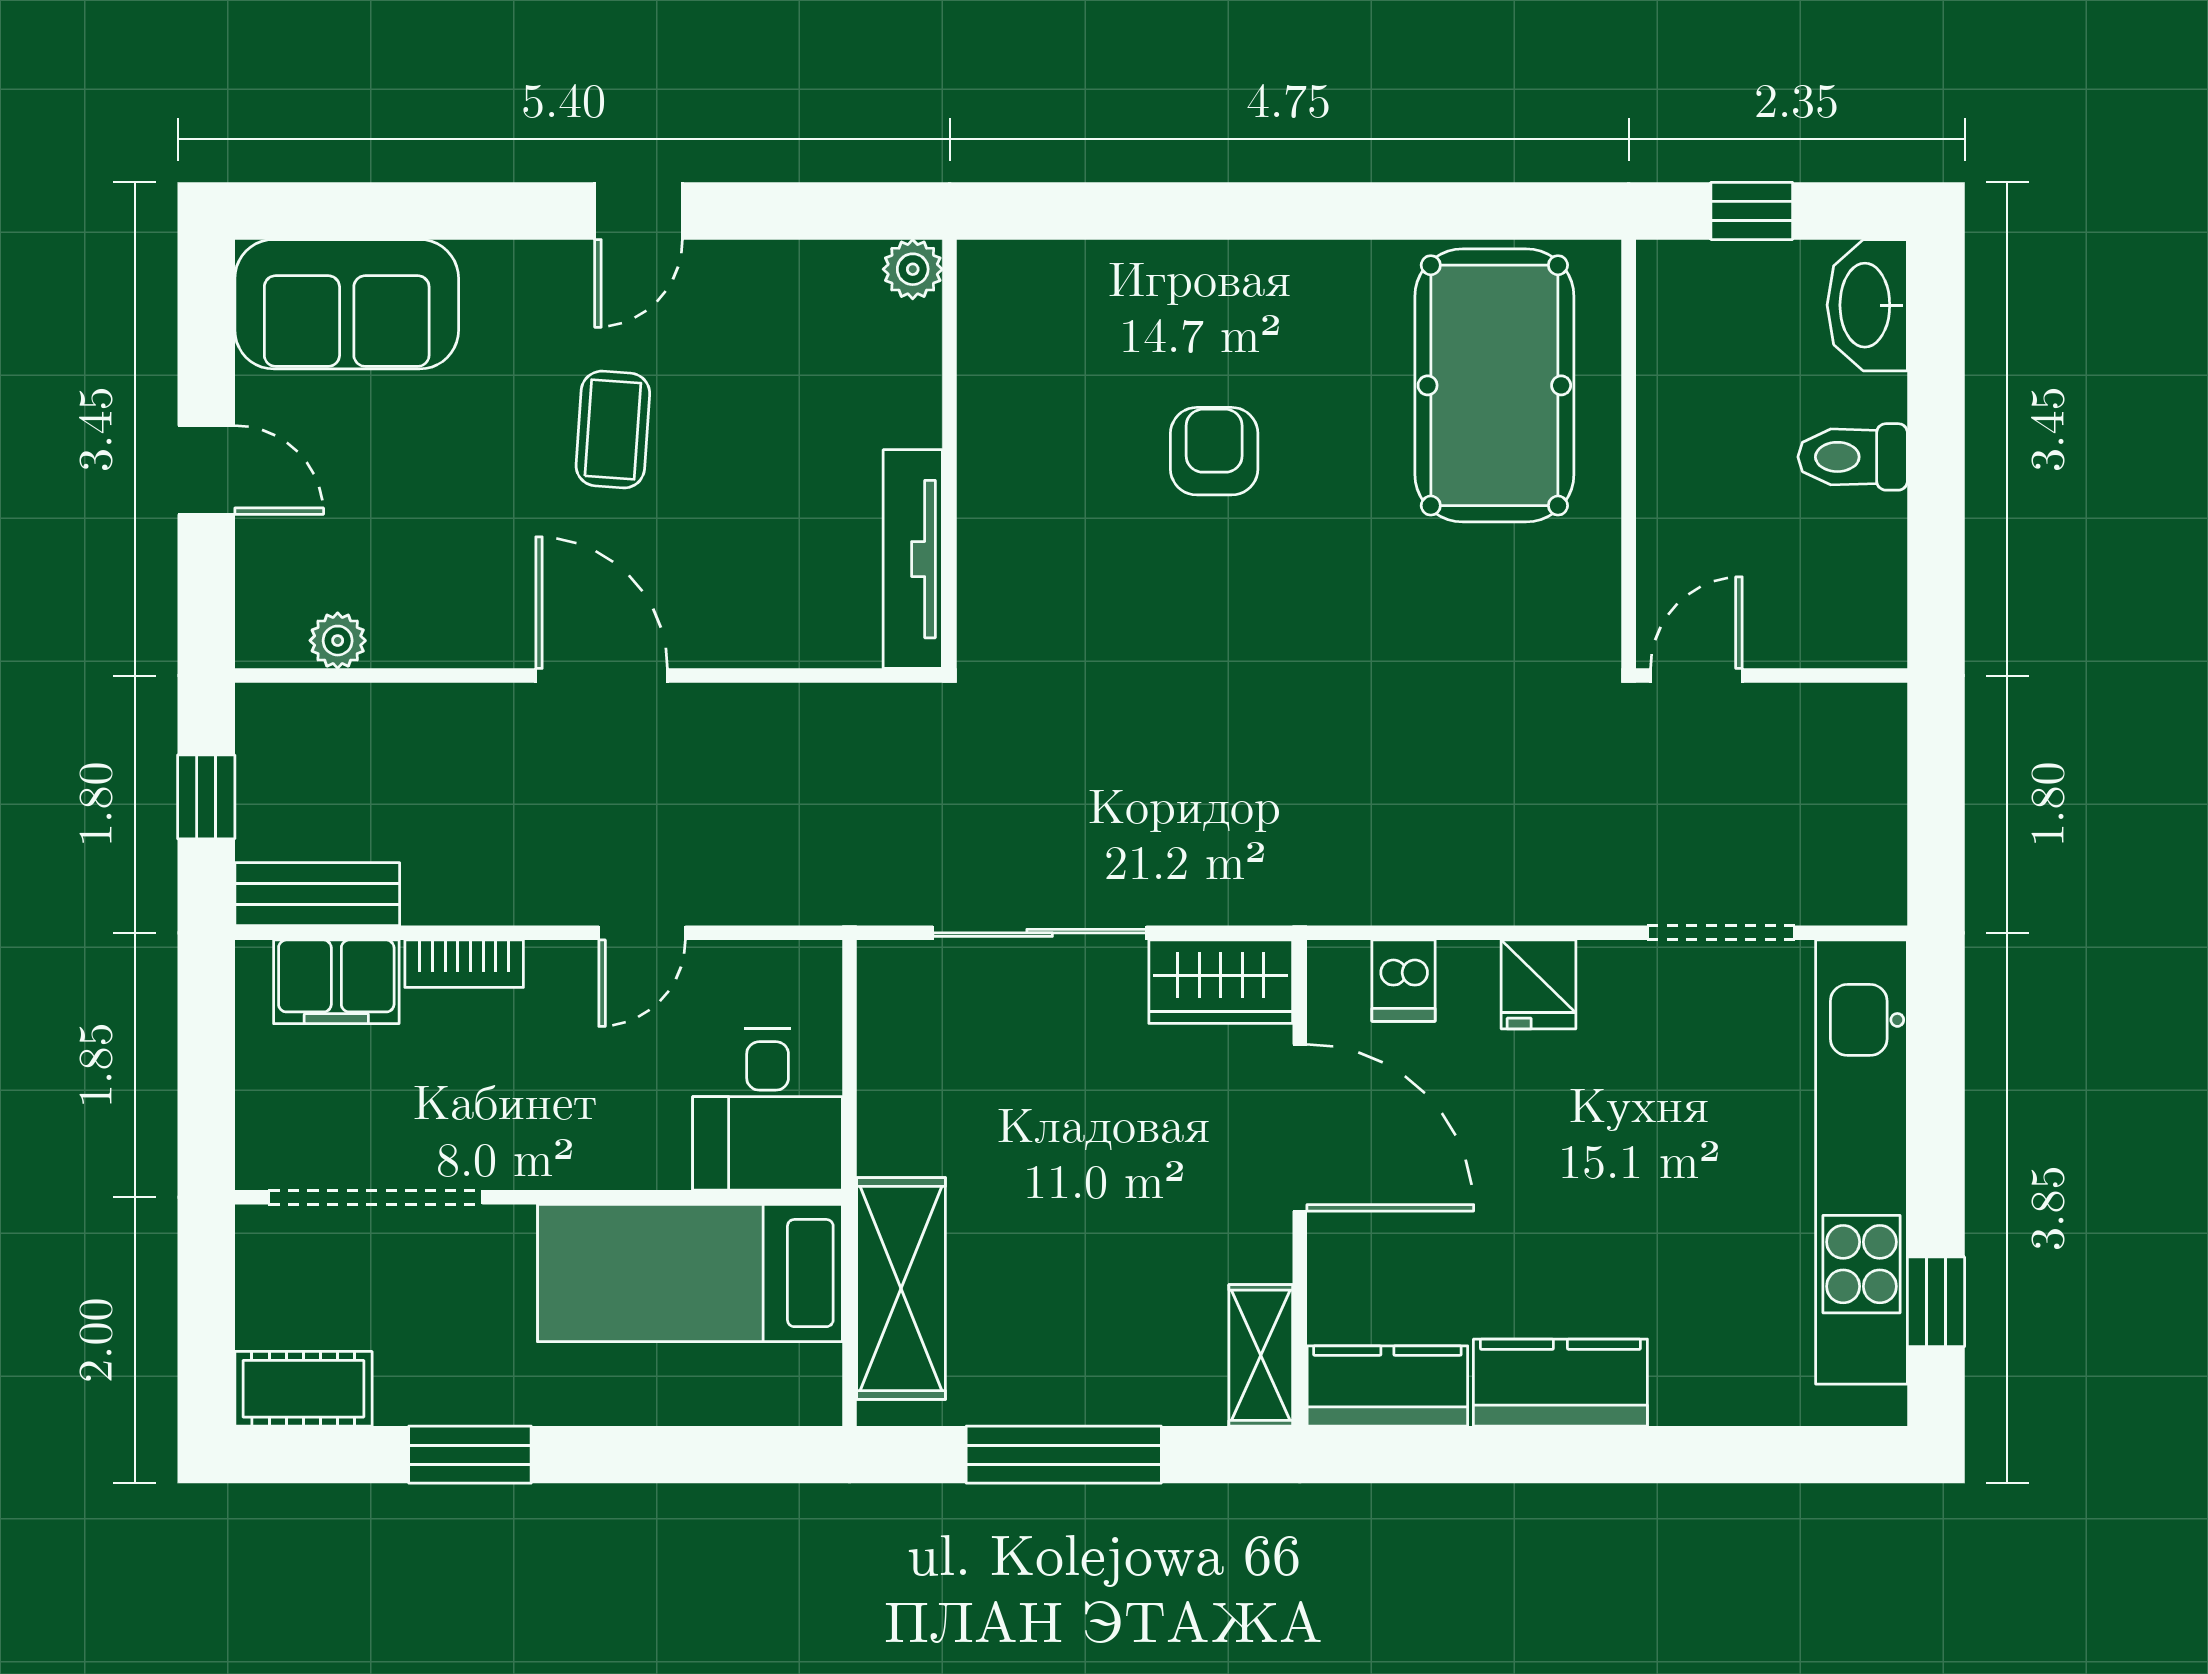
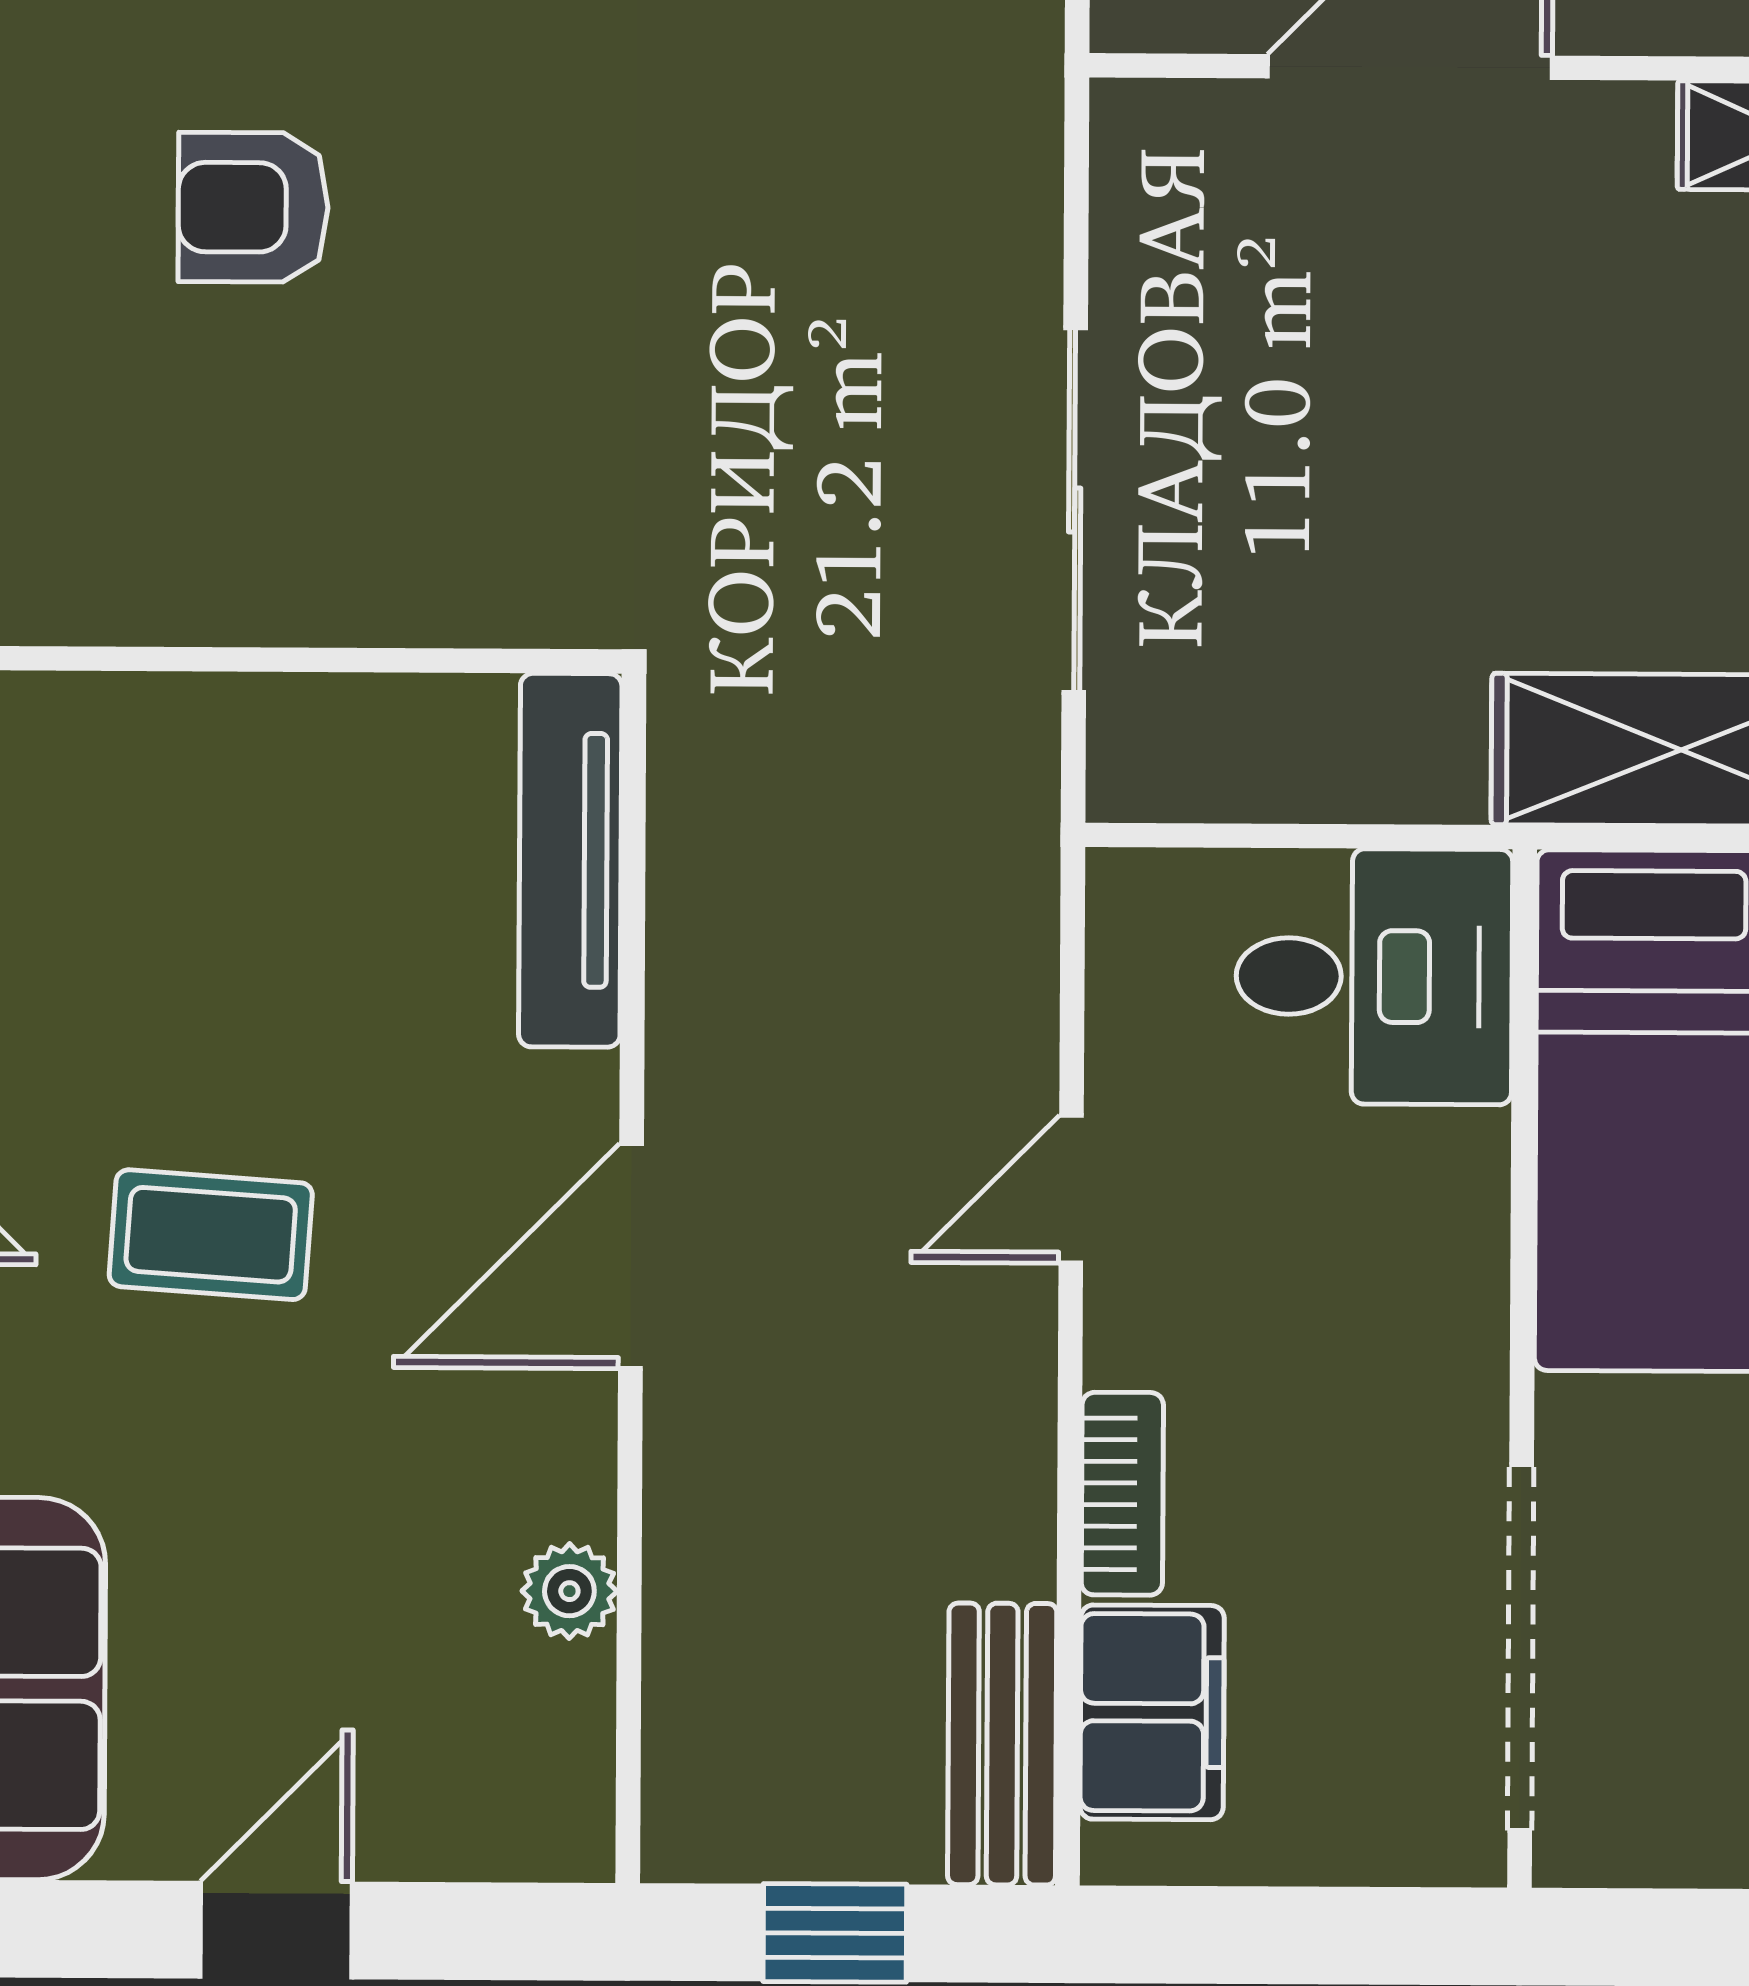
tv unit: (913, 559) -> (570, 860), moved, turned 90
plant: (338, 641) -> (569, 1591), moved
door: (642, 933) -> (1071, 1189), swing flipped
wardrobe: (1221, 982) -> (1160, 201), removed

